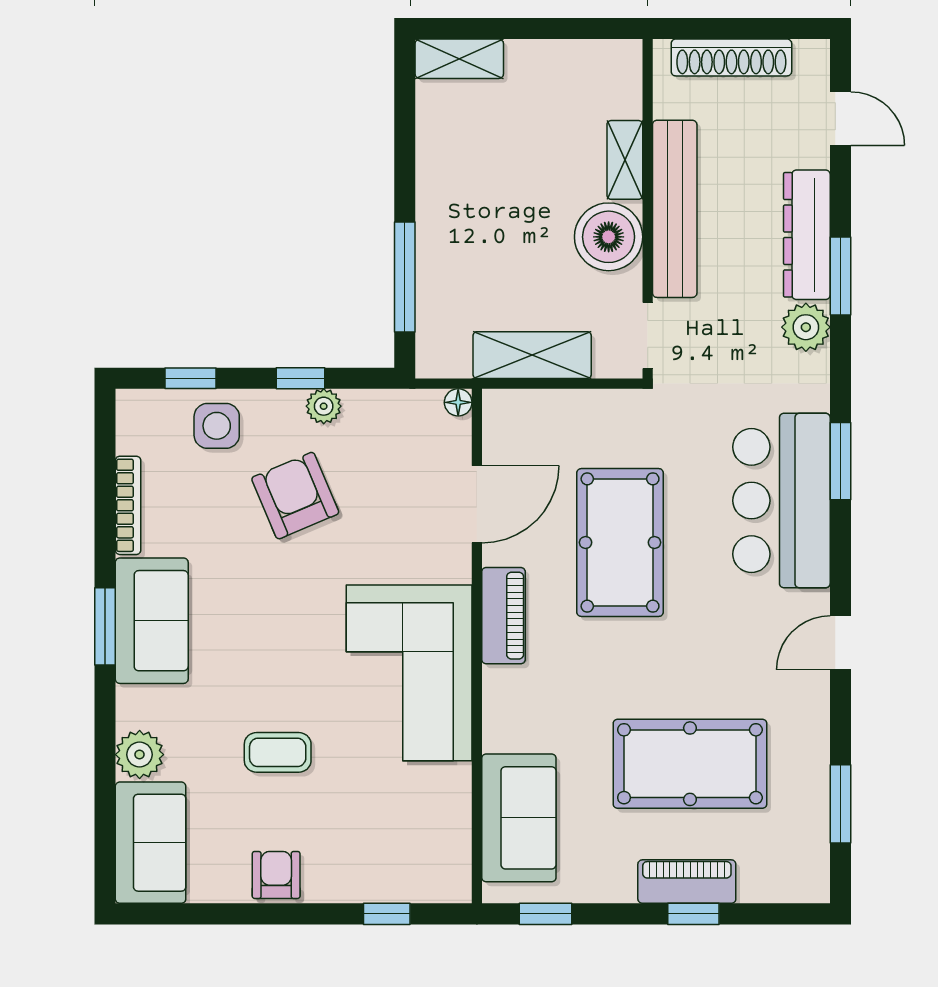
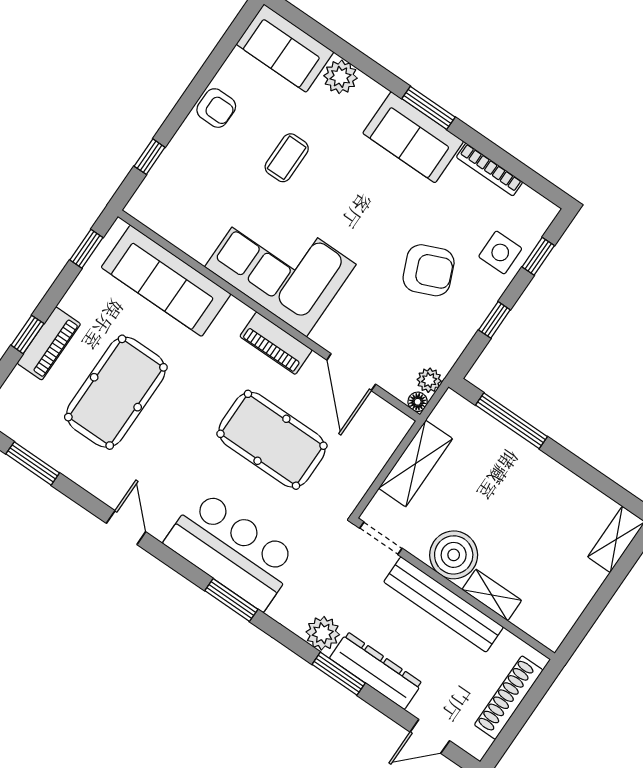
plant: (324, 406) -> (429, 380), moved
sofa: (519, 818) -> (166, 281), width x1.36

